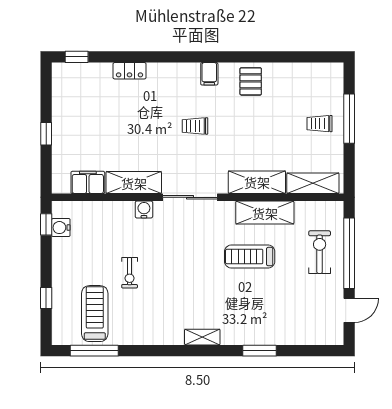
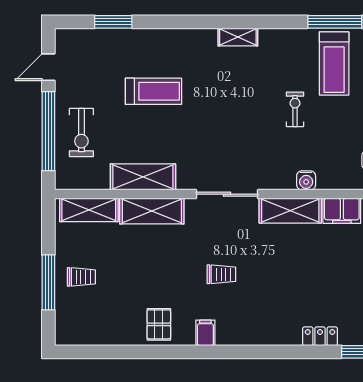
locker: (130, 71) -> (320, 336), moved
water cooler: (144, 210) -> (306, 180), moved
treadmill: (250, 257) -> (153, 91), moved
shelving: (202, 337) -> (238, 37), moved
window: (260, 351) -> (113, 22), moved

